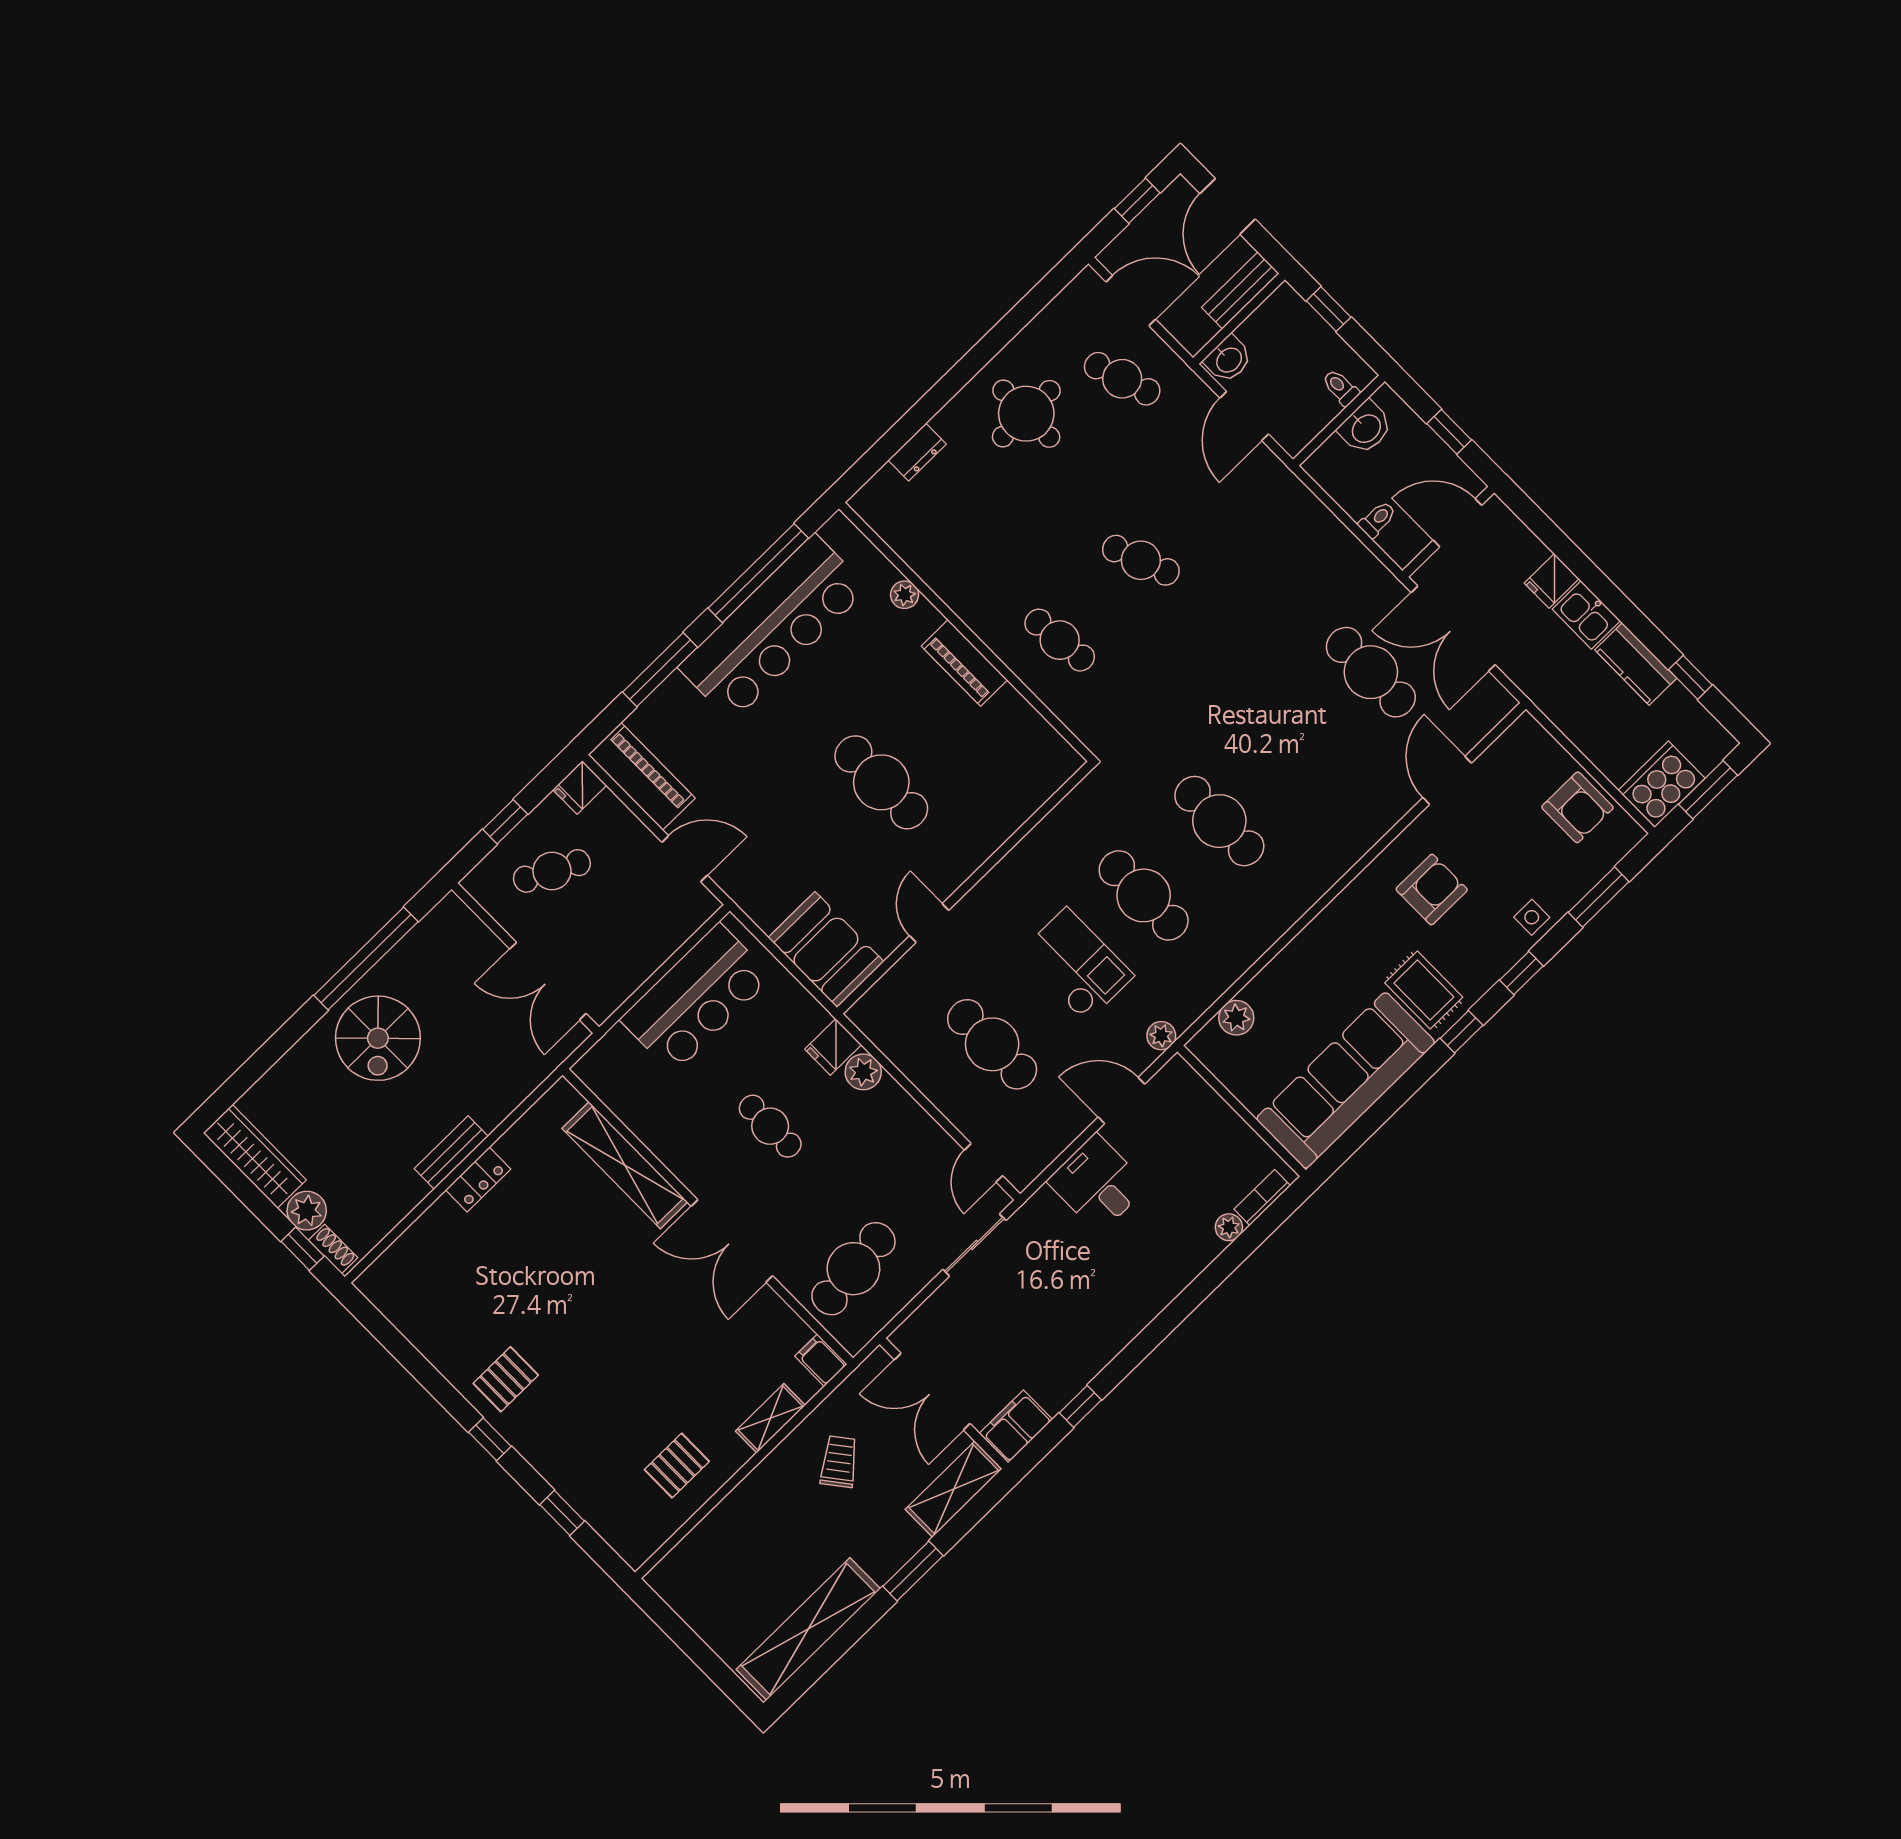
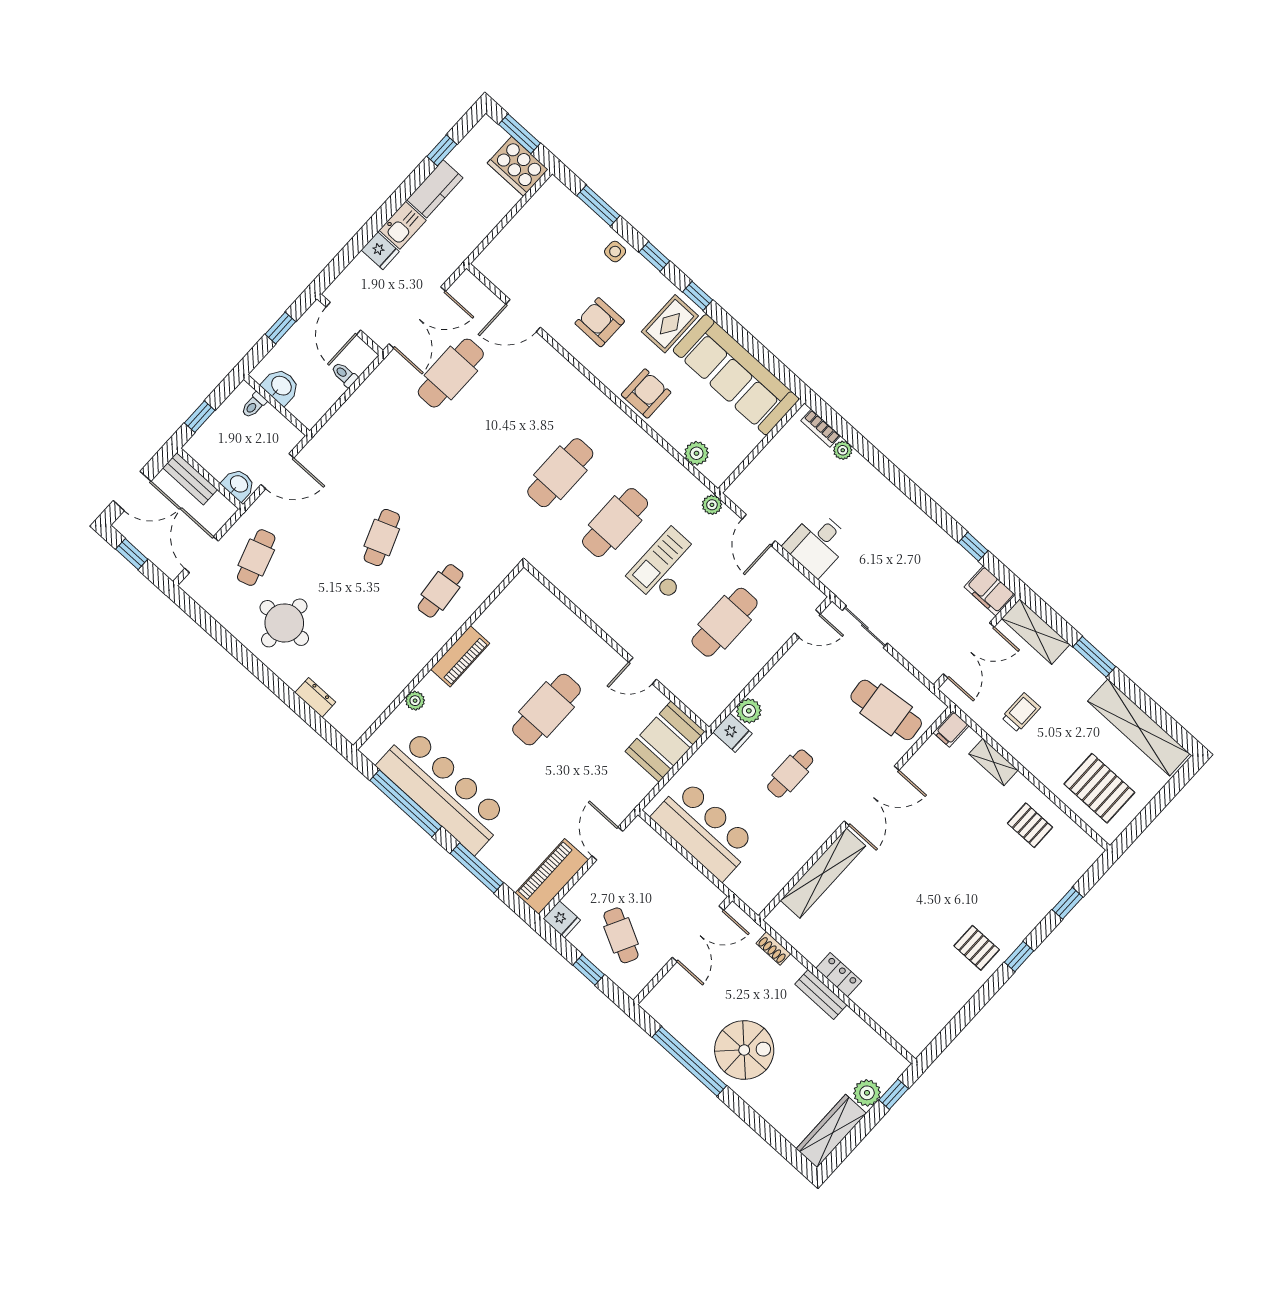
armchair: (1578, 807) -> (646, 394), moved
shoe rack: (333, 1249) -> (773, 948), moved, turned -90
trolley: (839, 1462) -> (1021, 712), turned 128
pallet: (724, 1568) -> (1099, 788), added

